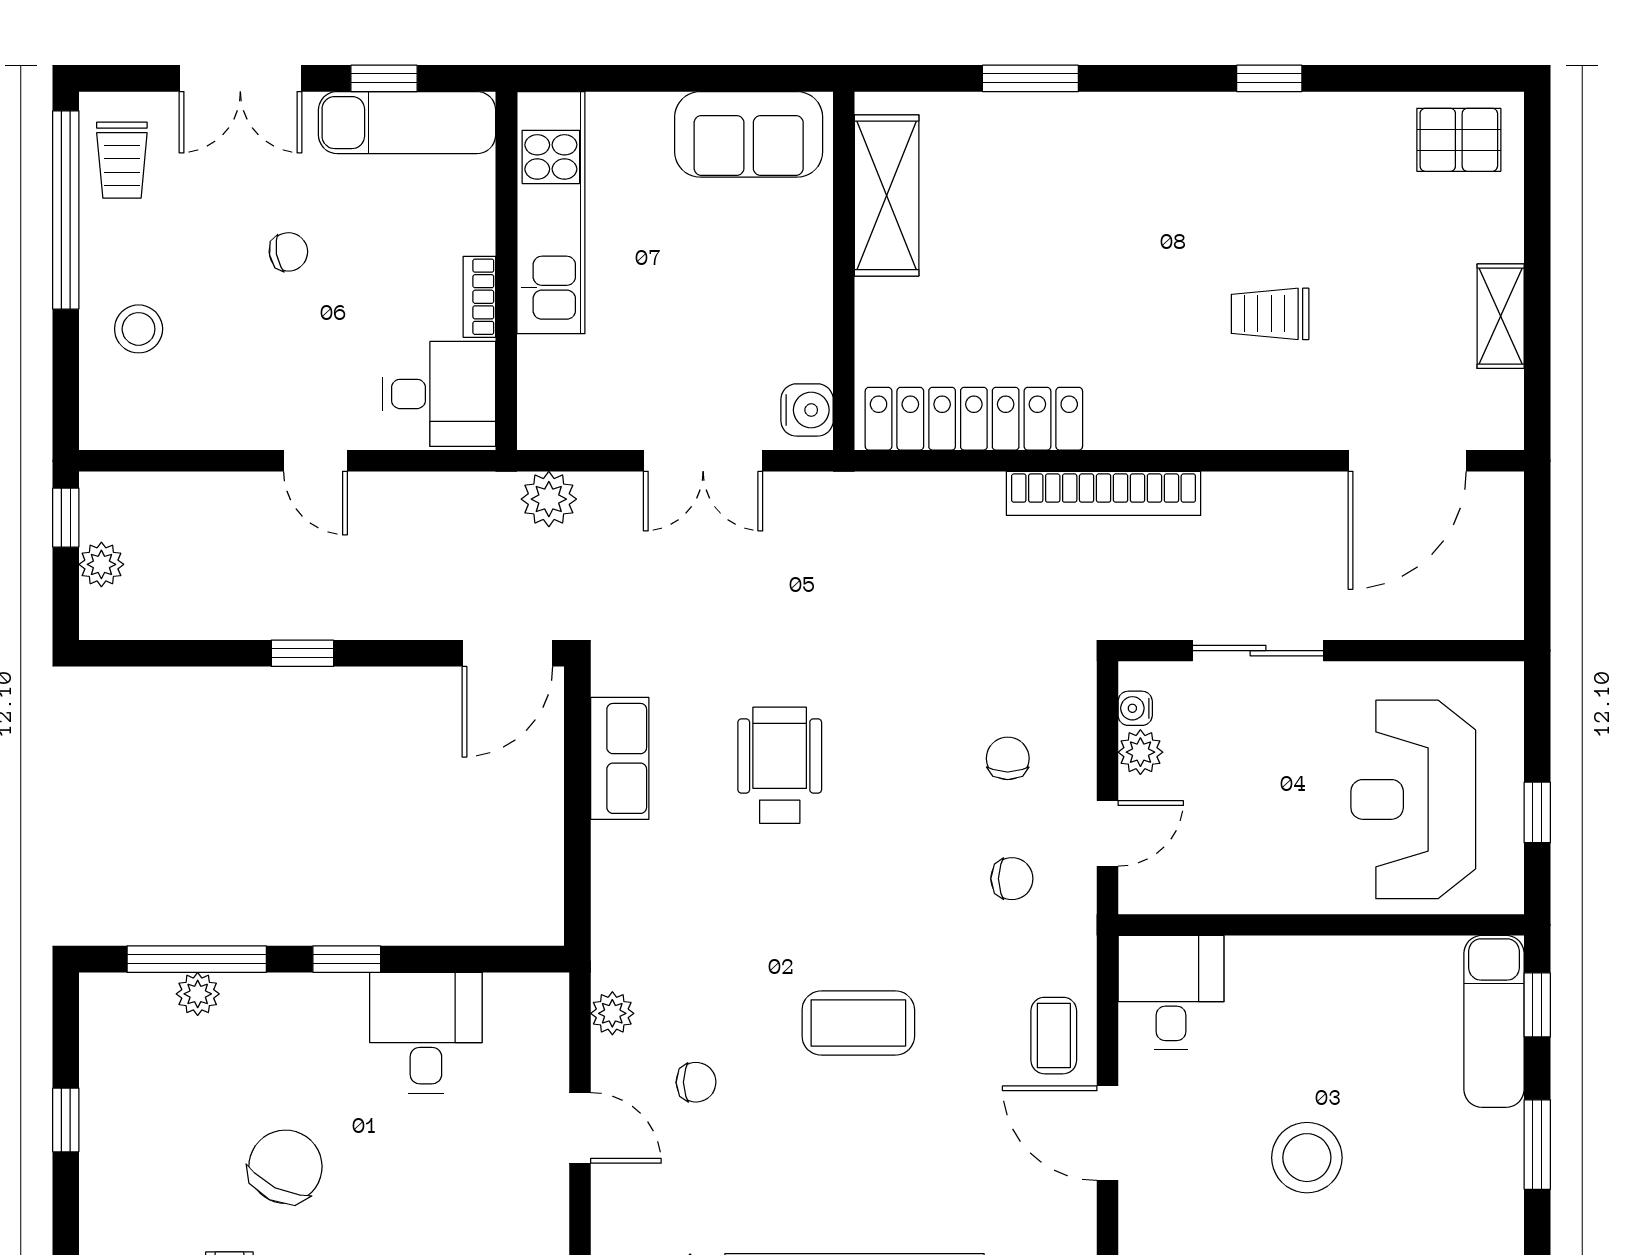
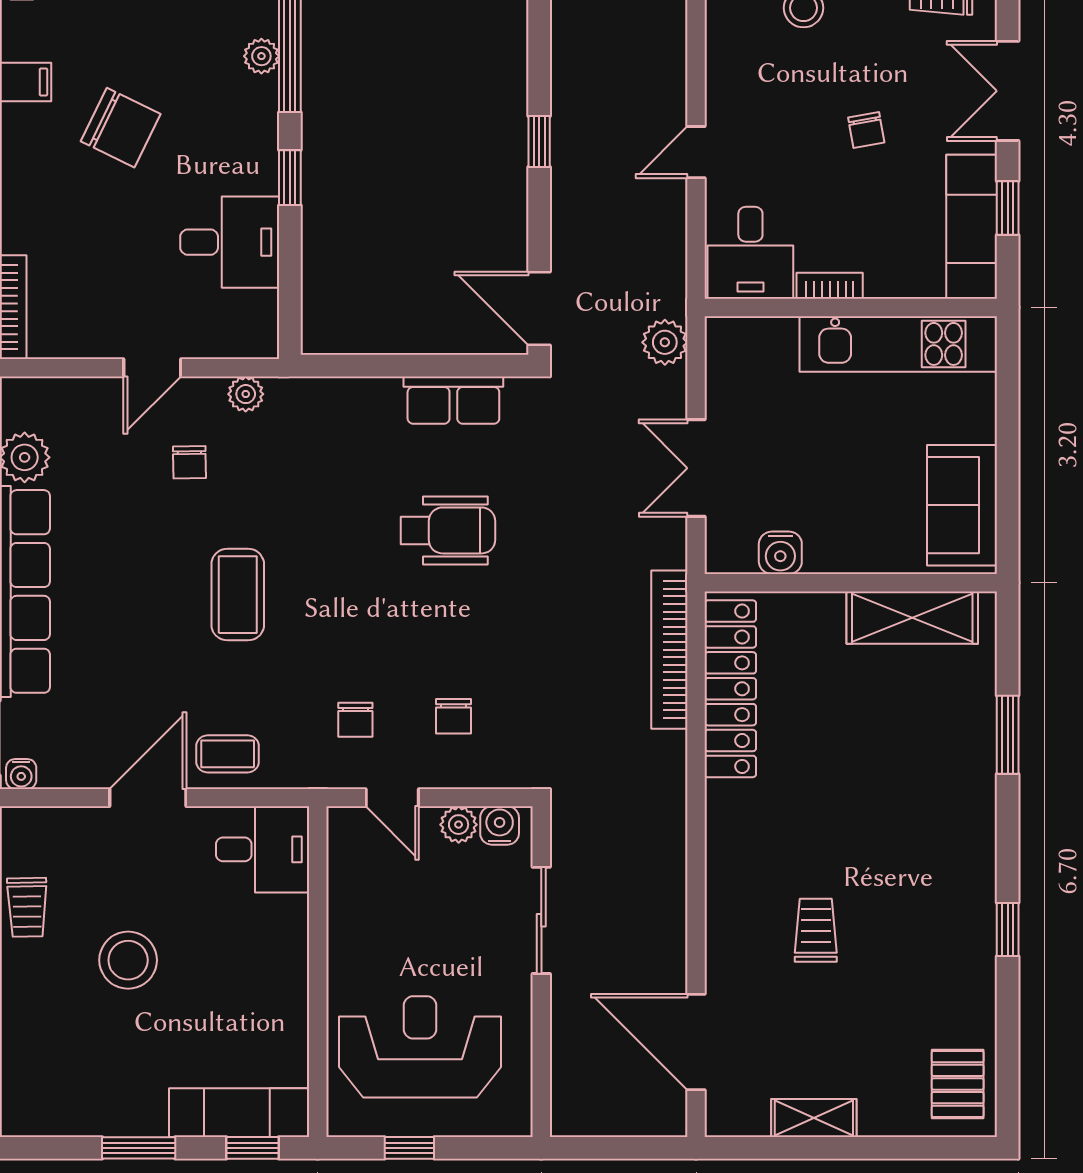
water cooler: (807, 410) -> (780, 553), moved
bookcase: (1104, 493) -> (669, 650), moved
water cooler: (1135, 708) -> (500, 826), width x1.38, depth x1.38
chair: (1008, 758) -> (453, 716), turned 90

